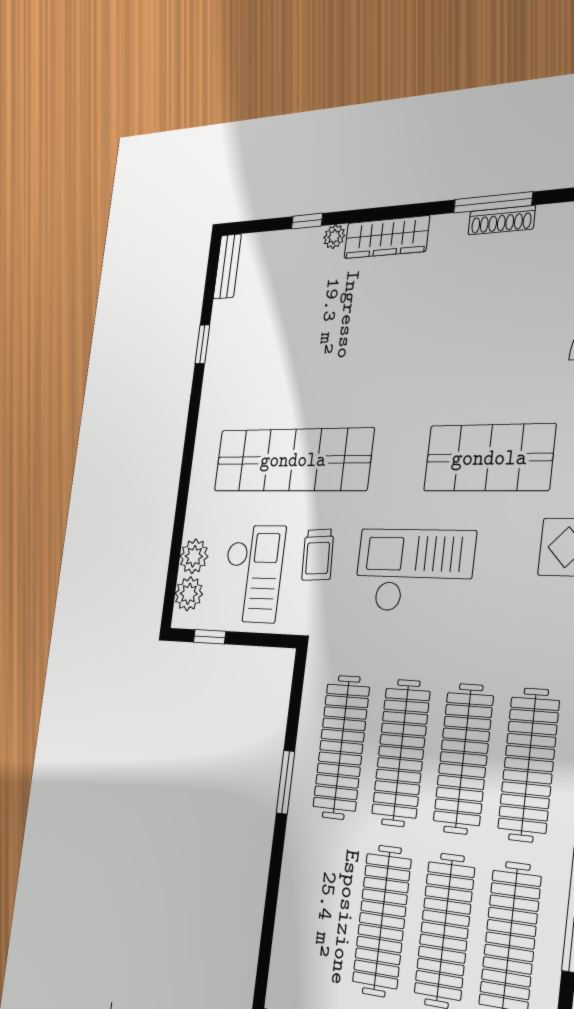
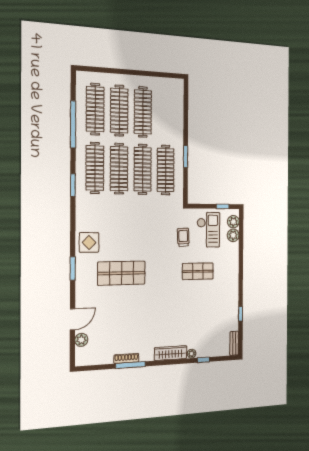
shop shelf: (293, 460) -> (198, 271), width x0.50, depth x0.74
checkout: (414, 571) -> (145, 233), removed
checkout: (253, 574) -> (208, 230), turned 180

